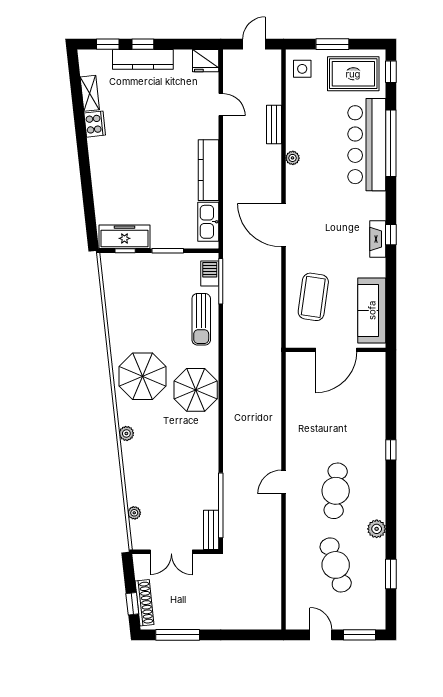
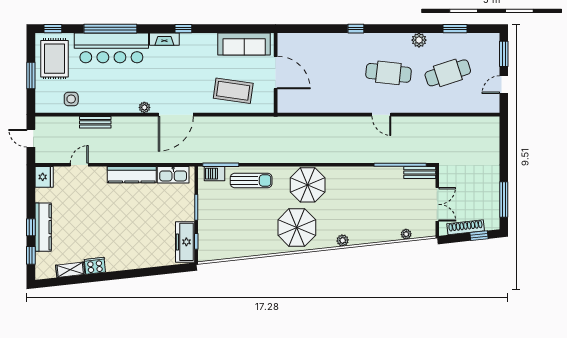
side table: (302, 69) -> (71, 99), moved
plant: (293, 158) -> (144, 107), moved
fireplace: (378, 239) -> (164, 39), moved
shoe rack: (145, 603) -> (466, 227), moved

